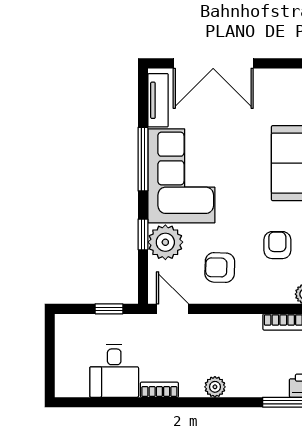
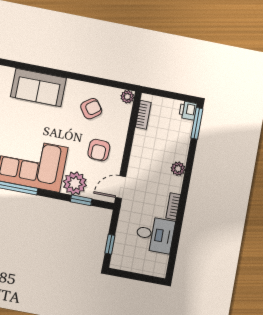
window: (143, 234) -> (81, 200), moved
armchair: (277, 245) -> (91, 109), turned 144
window: (109, 309) -> (110, 244), moved

